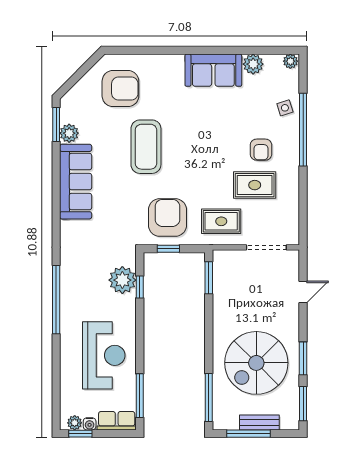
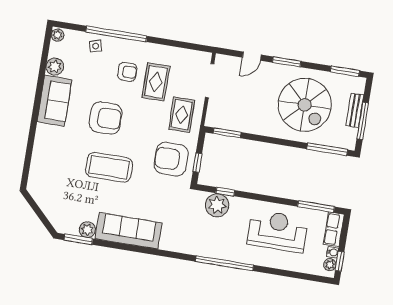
armchair: (120, 89) -> (106, 118), moved, turned 90
door: (303, 292) -> (252, 56), swing flipped
window: (303, 358) -> (287, 62), moved

